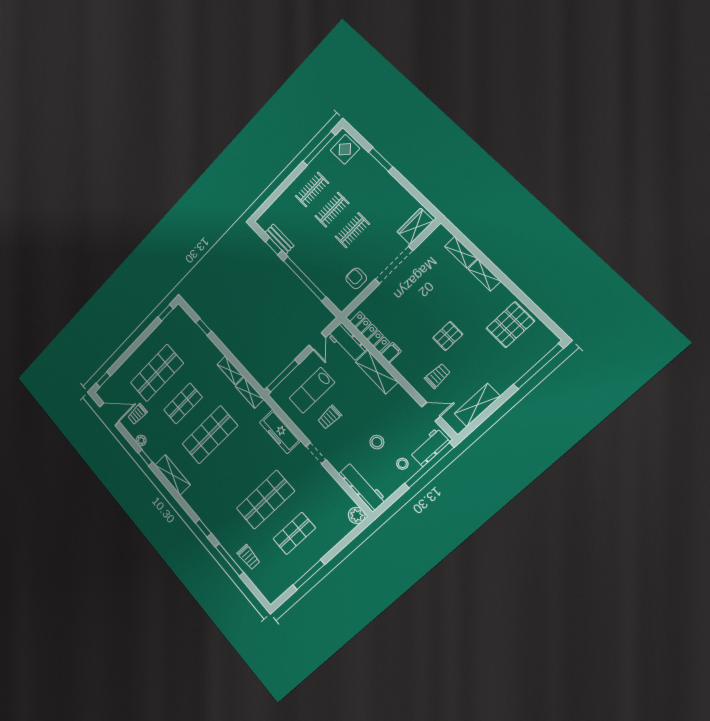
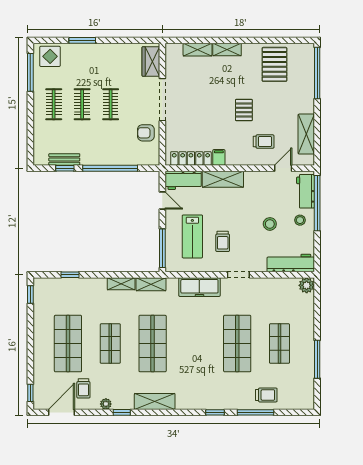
trolley: (437, 376) -> (264, 142), turned 90

